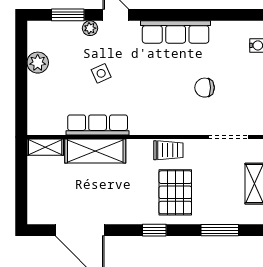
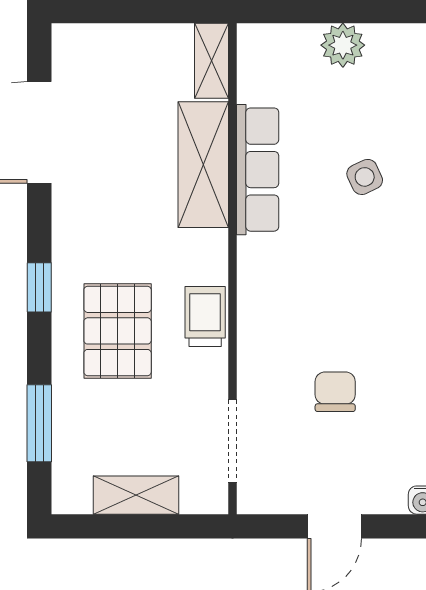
plant: (38, 63) -> (343, 45), moved
trolley: (168, 150) -> (205, 317), turned 180
pallet: (175, 192) -> (118, 331), turned 90

